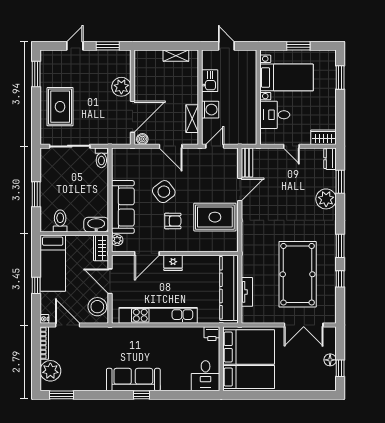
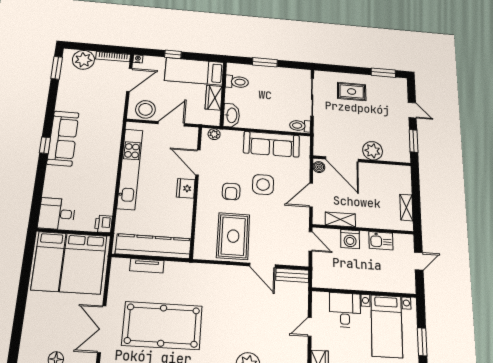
rug: (60, 107) -> (352, 92), width x0.73, depth x0.70
side table: (164, 192) -> (263, 185), turned 37
sofa: (123, 207) -> (271, 144), moved
wardrobe: (101, 248) -> (214, 98), moved, turned -90

